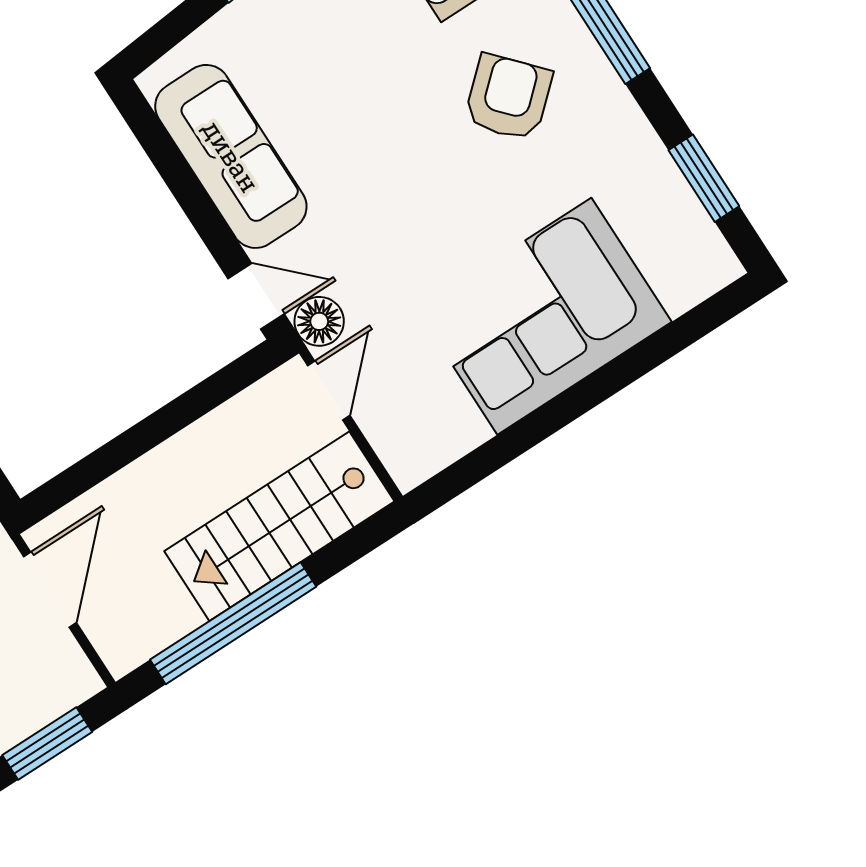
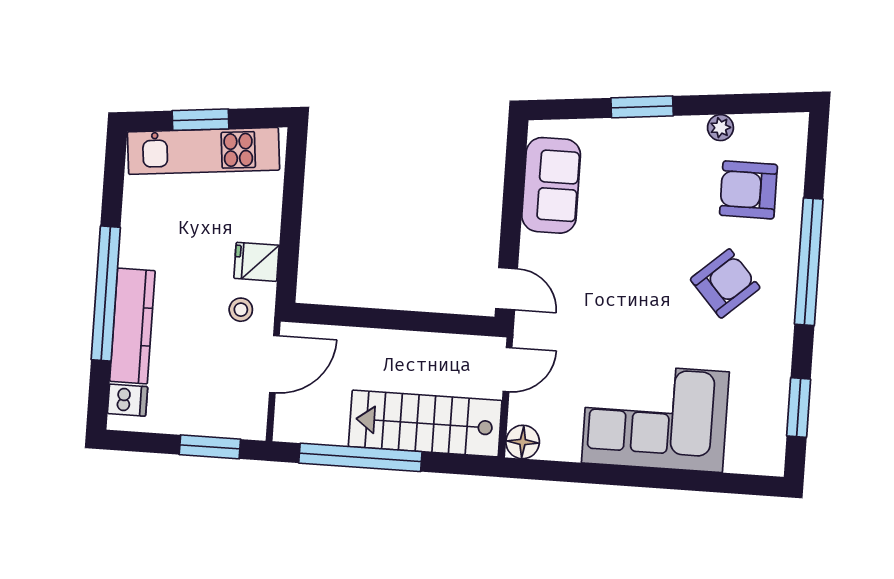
sofa: (231, 156) -> (551, 185), width x0.73
floor lamp: (319, 321) -> (523, 442), moved

